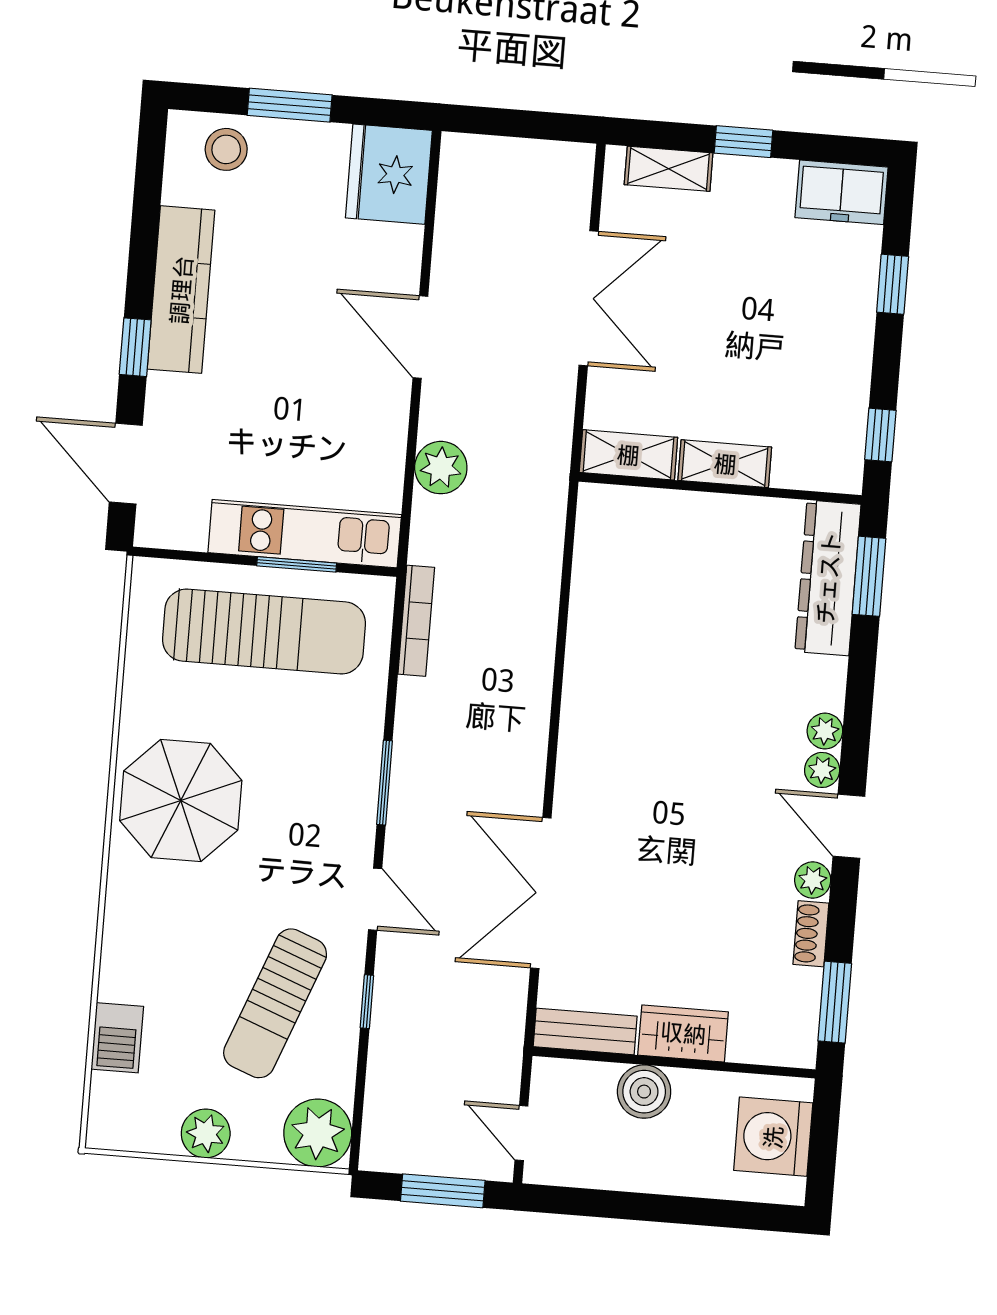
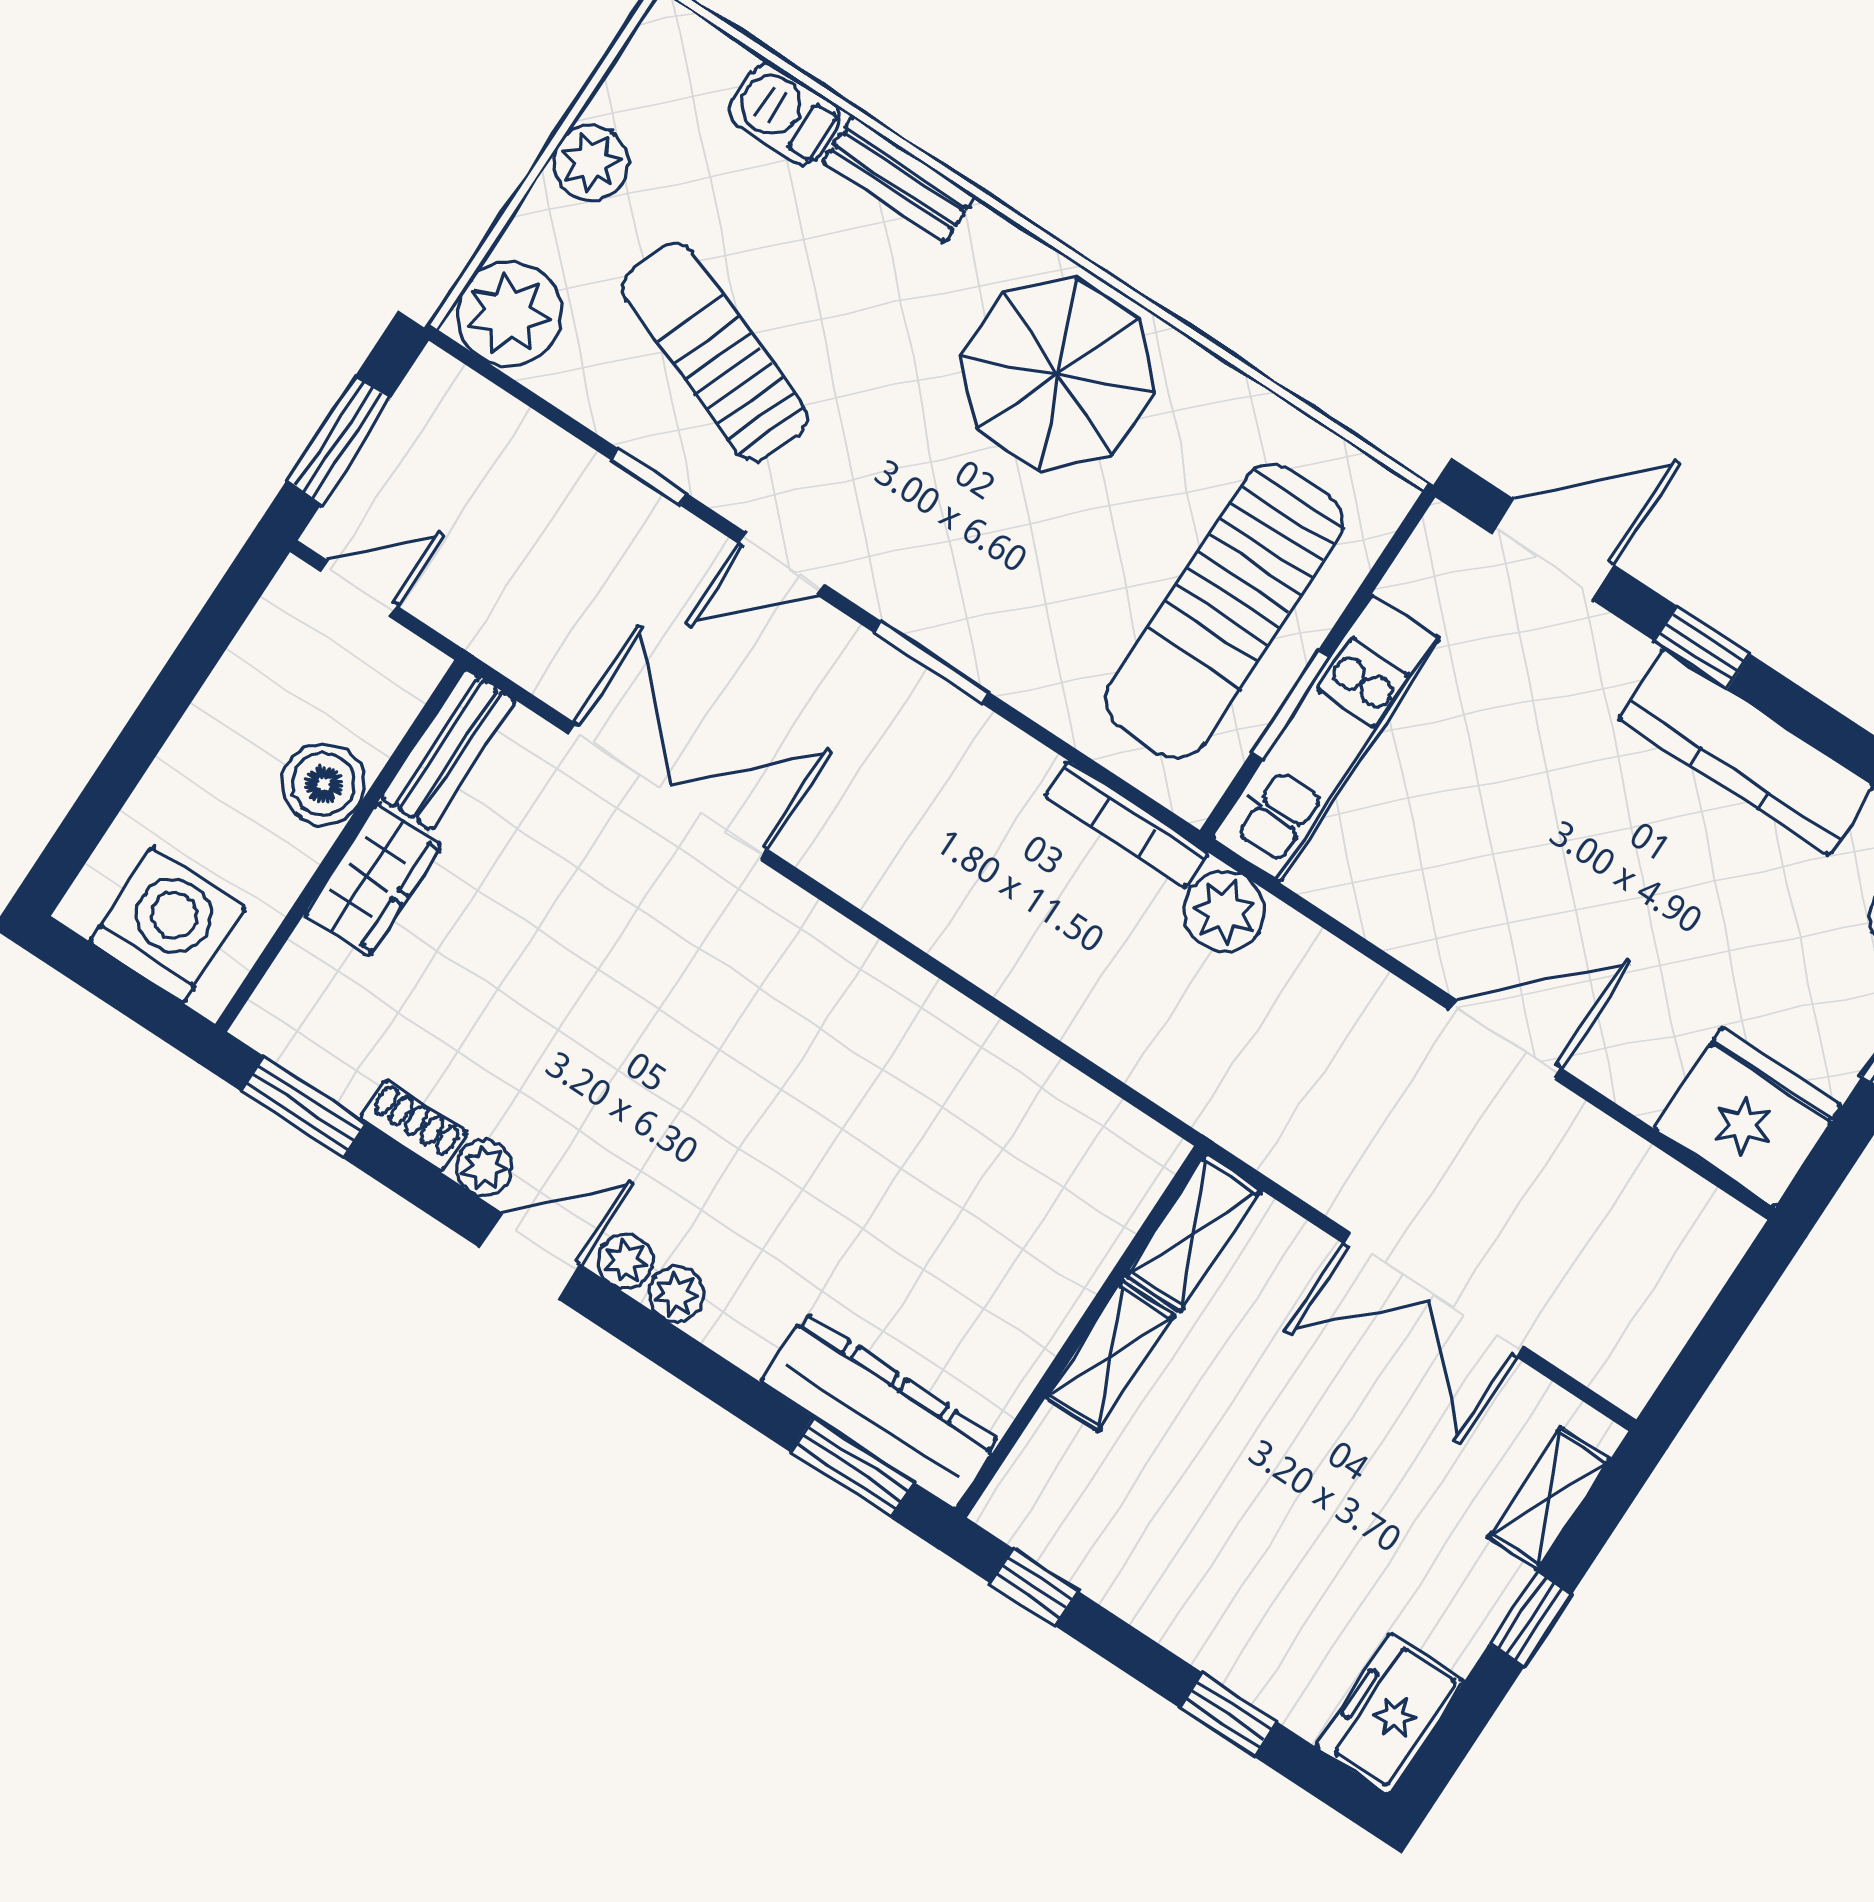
plant: (441, 468) -> (1225, 912), moved
bench: (119, 952) -> (899, 179), added

